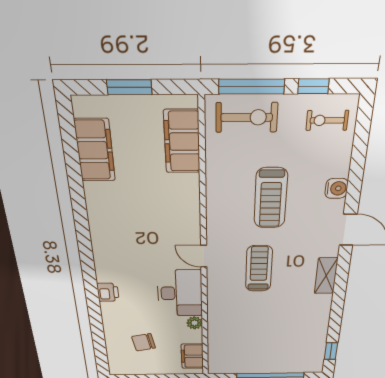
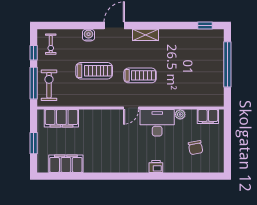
treadmill: (259, 269) -> (140, 75), turned 180

